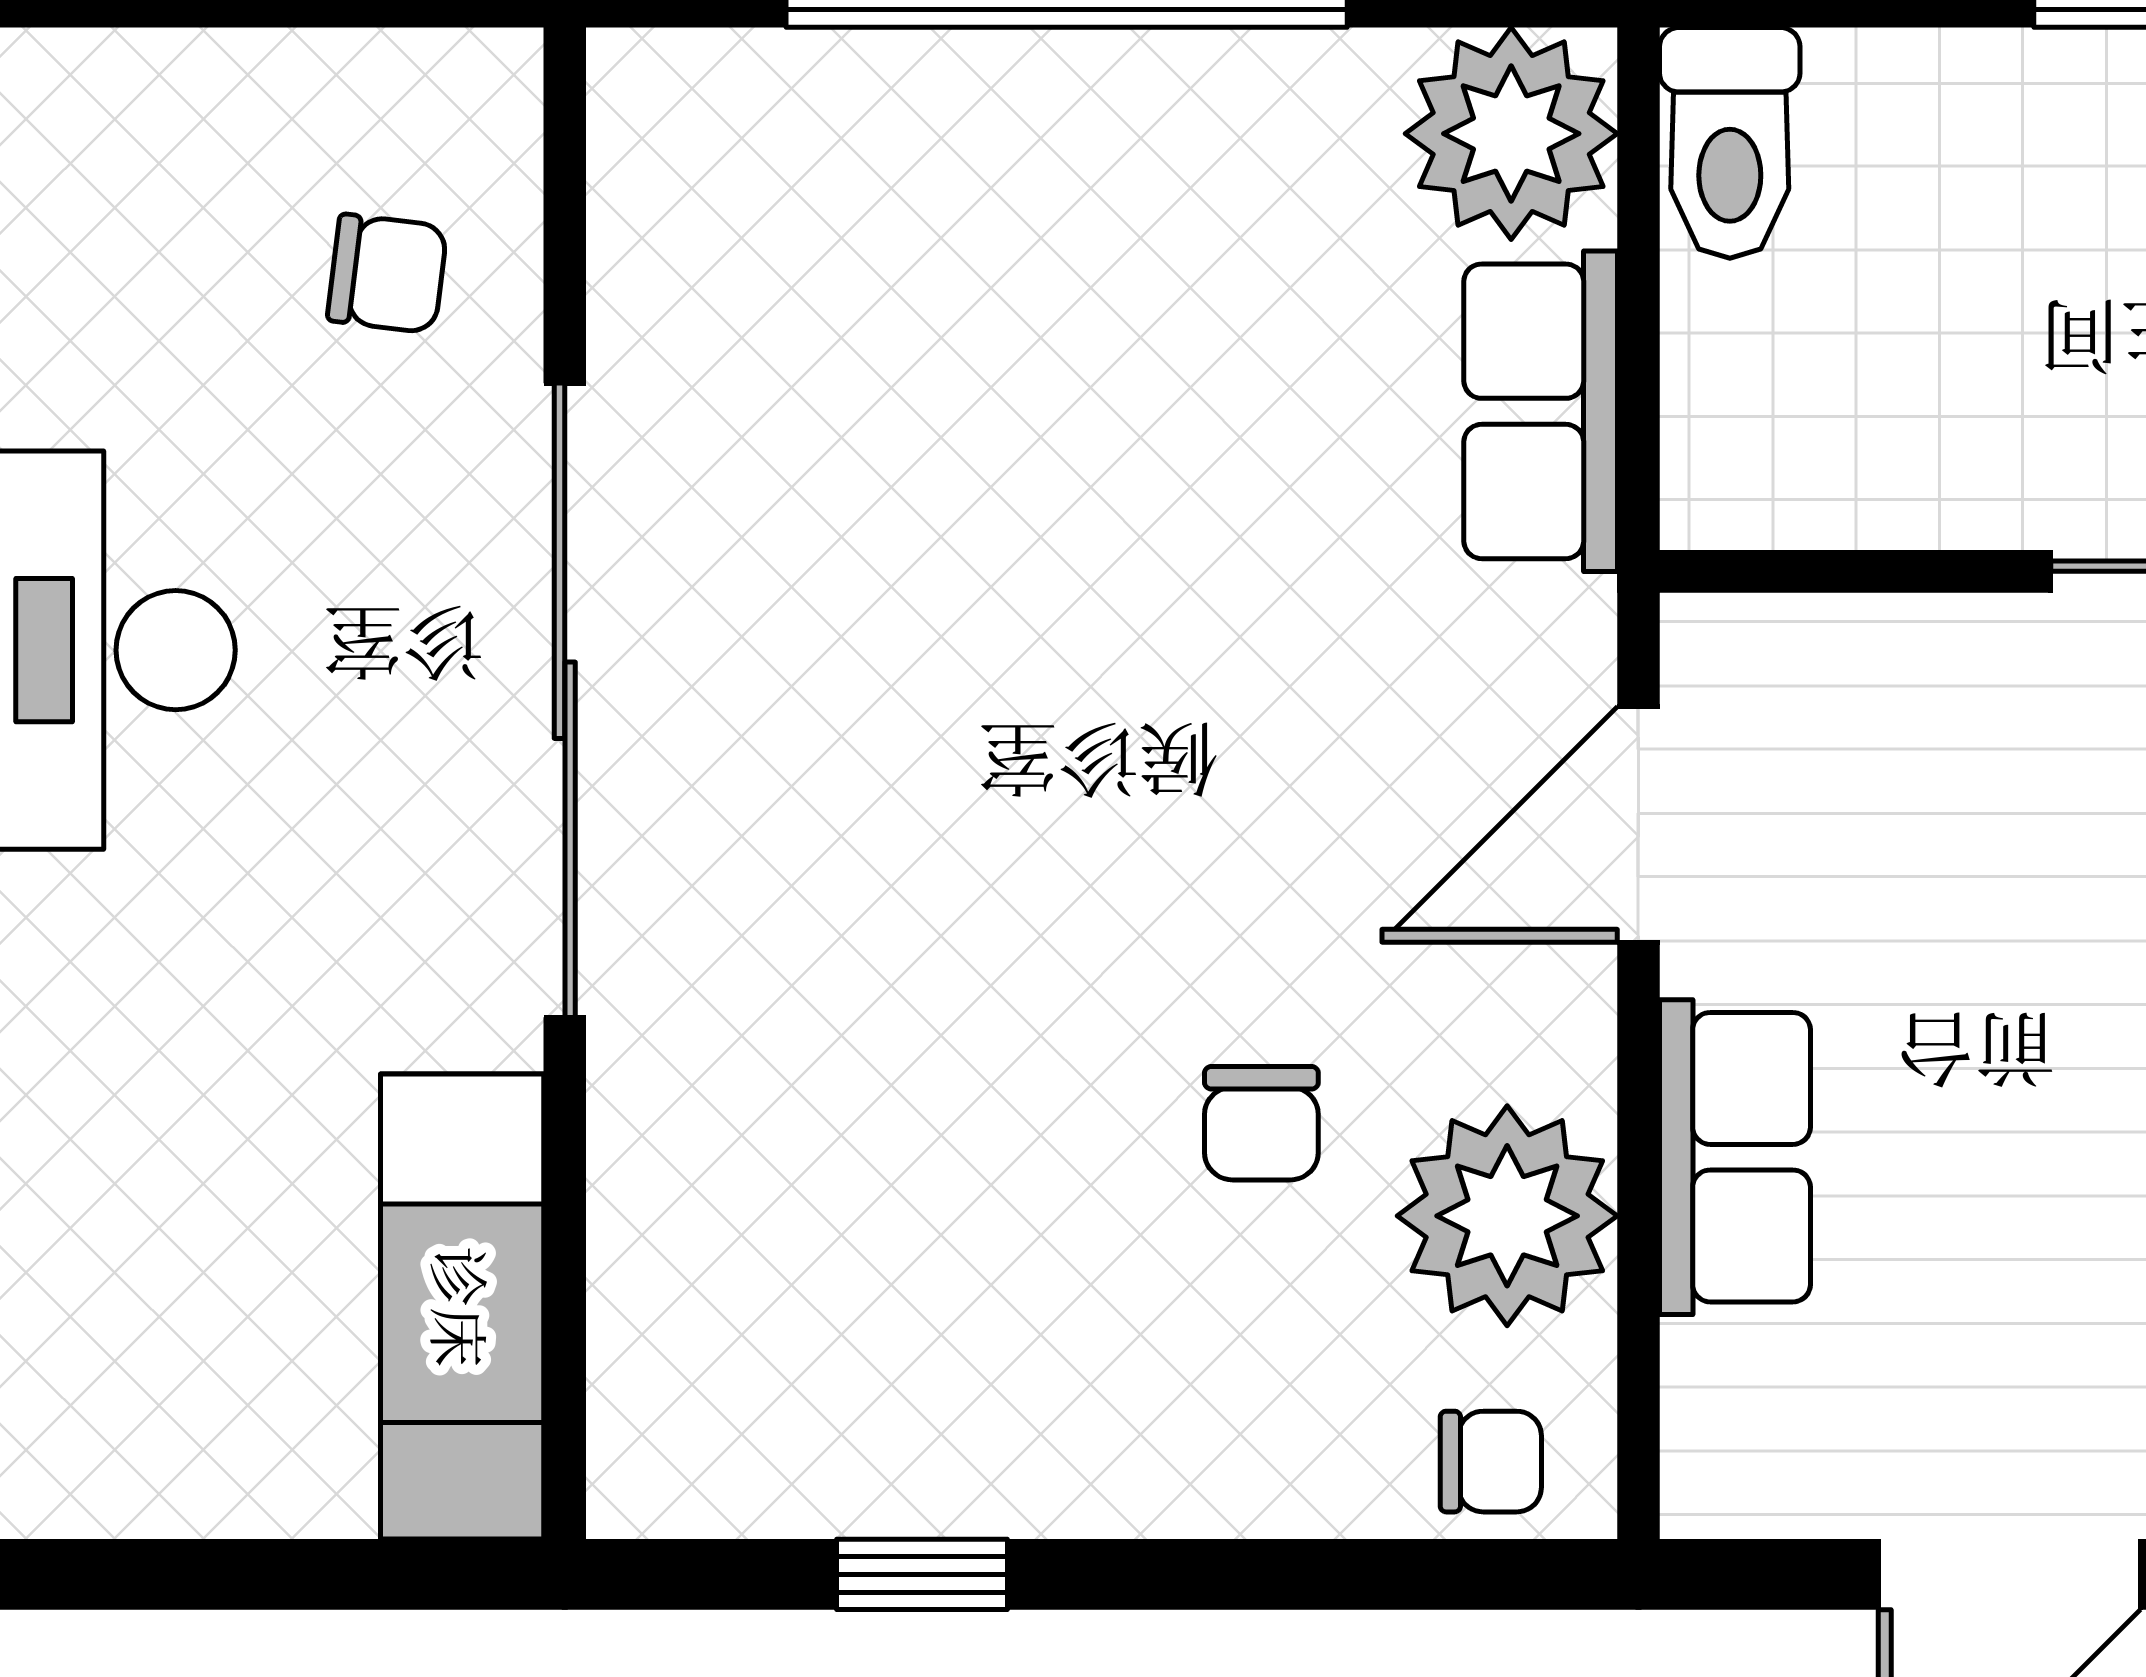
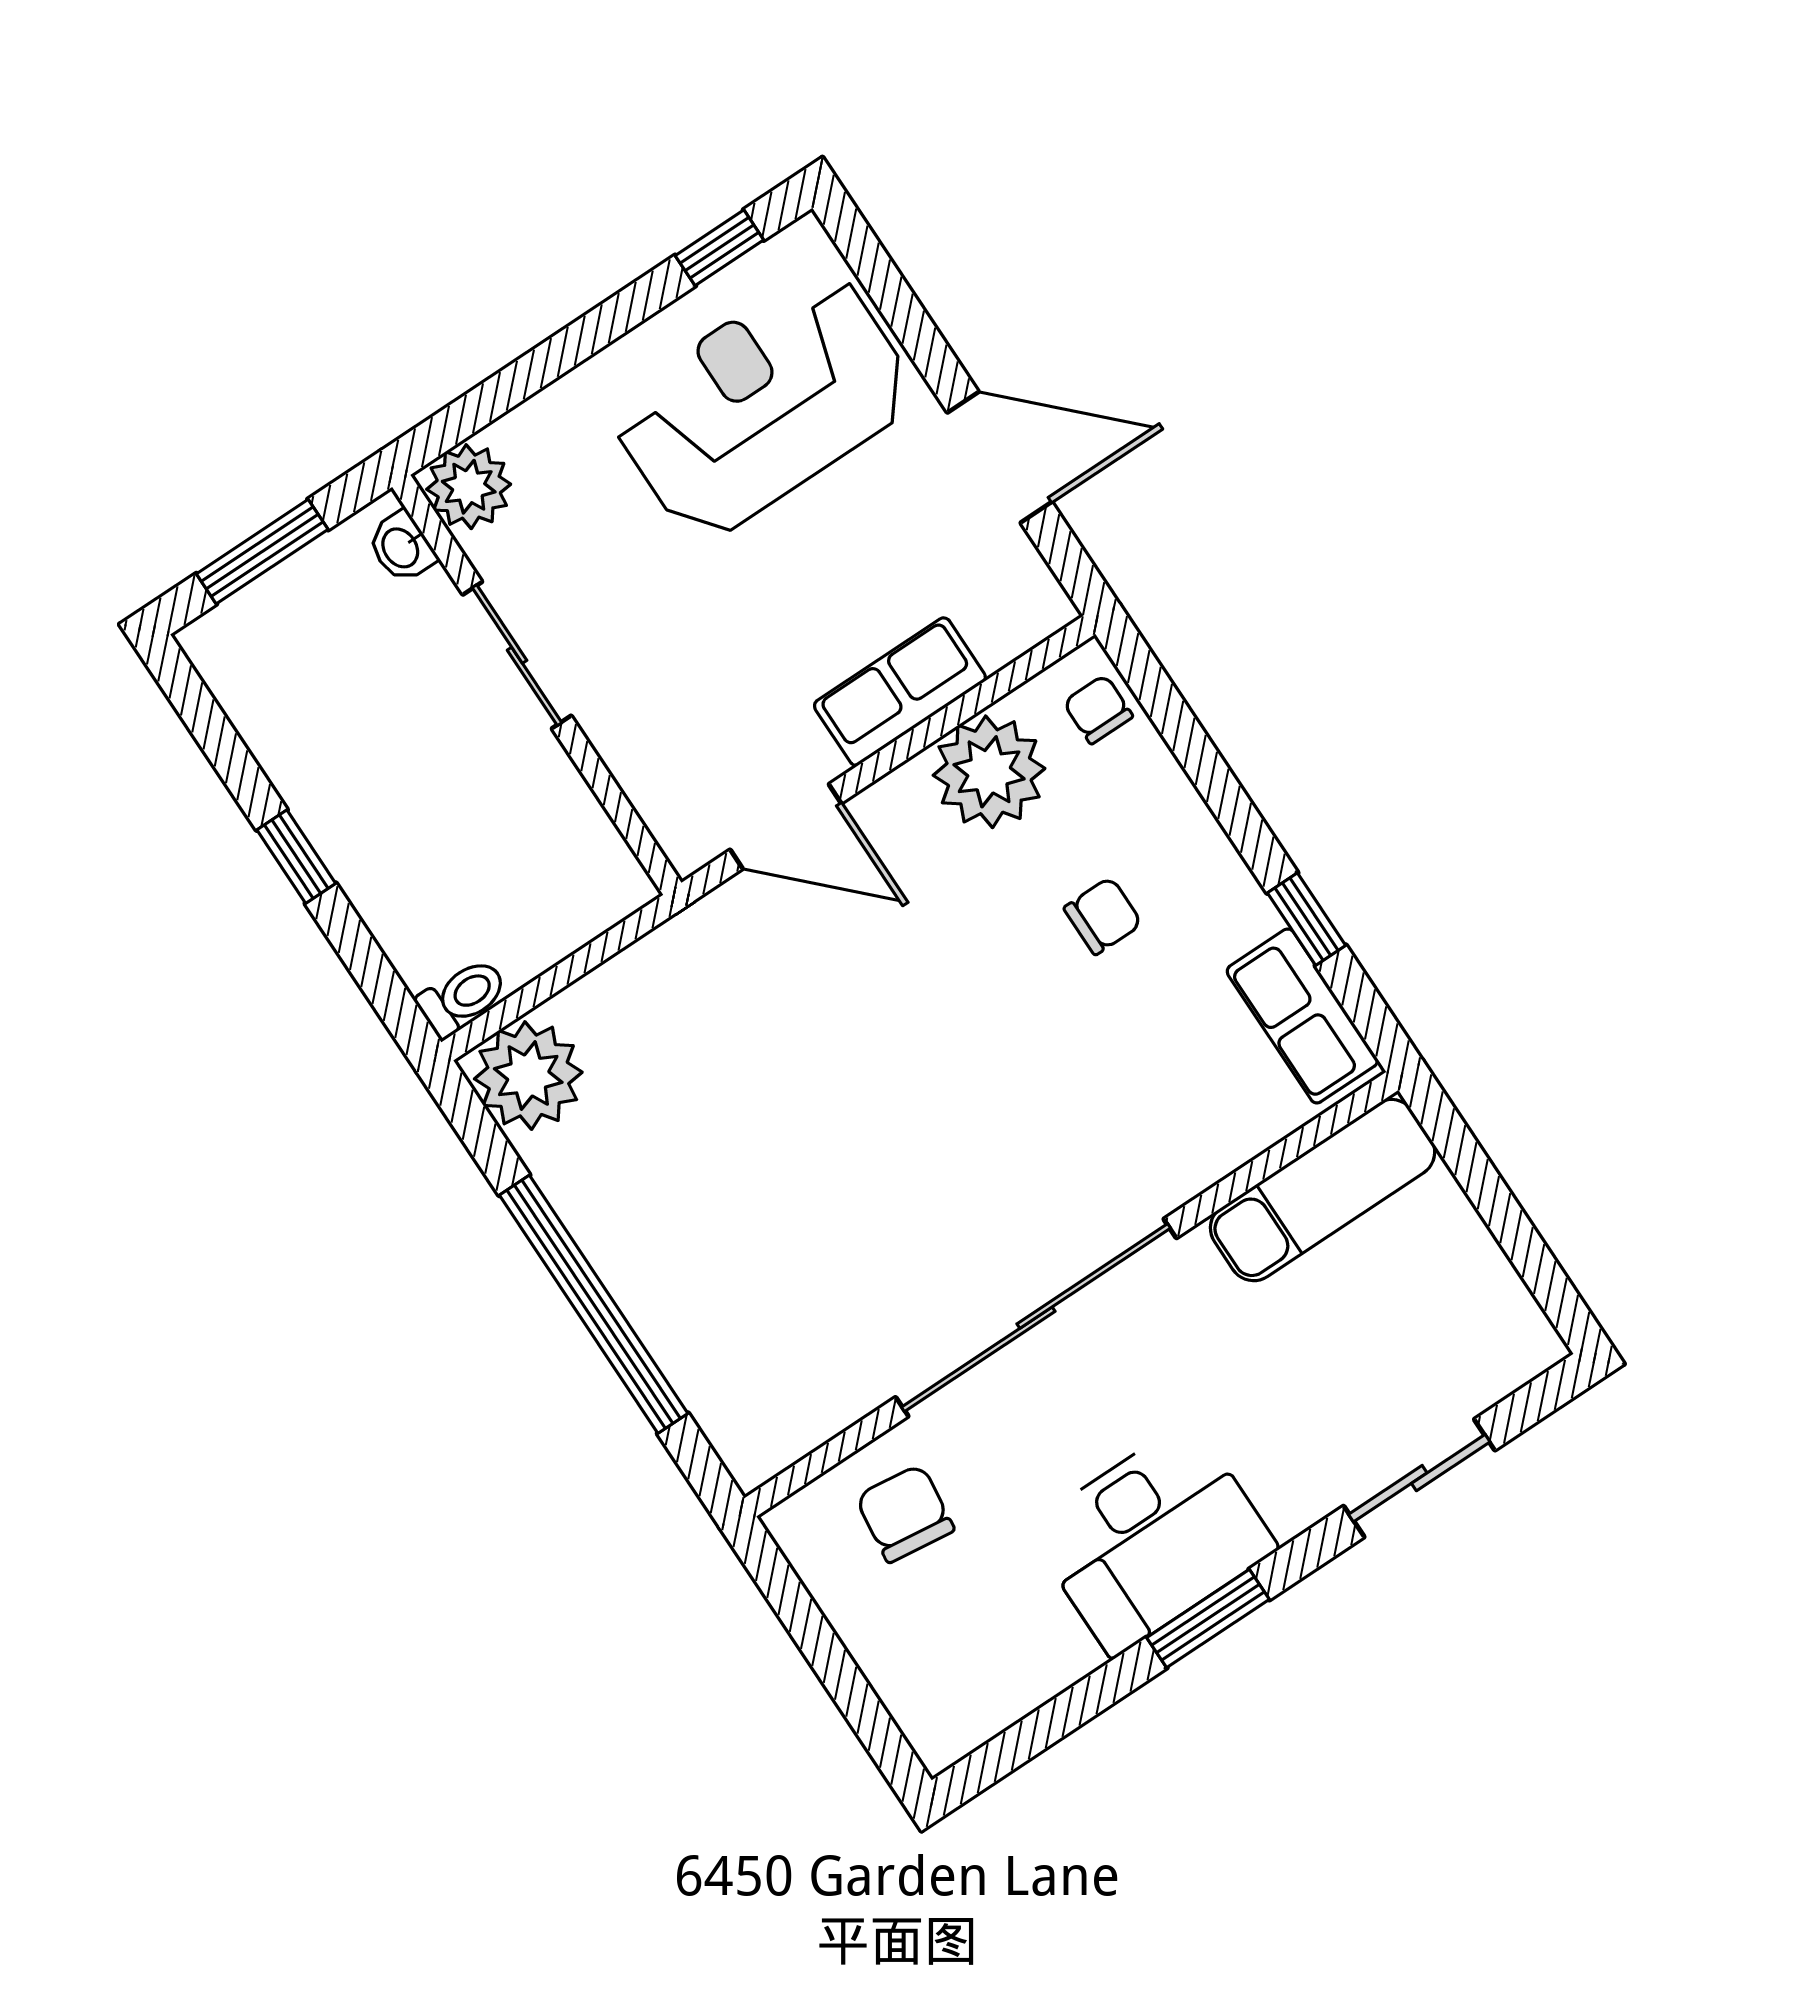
toilet: (1730, 143) -> (462, 997), width x0.73, depth x0.72
chair: (387, 273) -> (905, 1513), width x1.37, depth x1.37
row of seats: (1541, 411) -> (1302, 1016), moved, turned 90
chair: (1261, 1123) -> (1103, 916), moved

